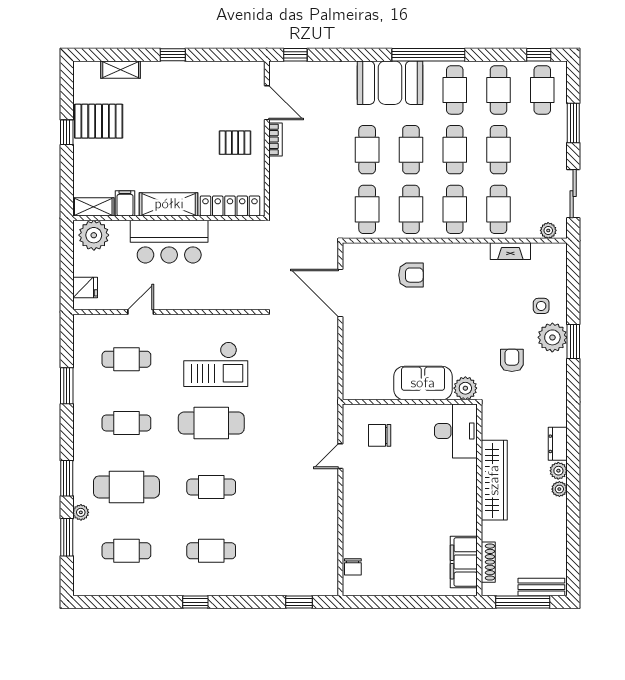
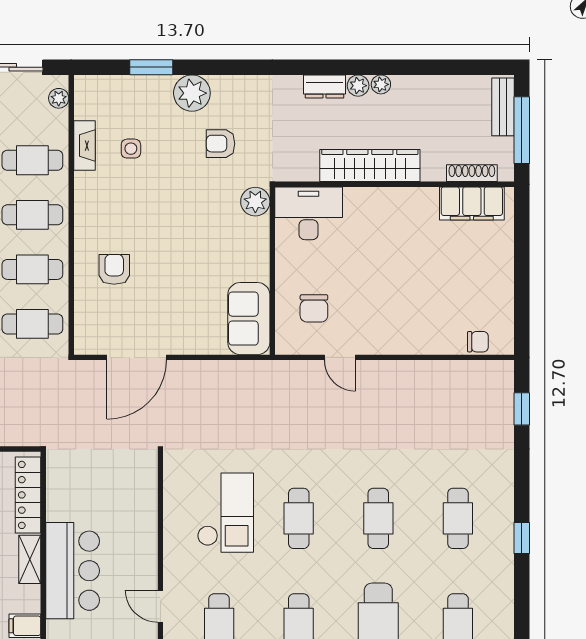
shelving: (169, 204) -> (30, 559), width x0.67, depth x0.75
side table: (541, 306) -> (131, 149), moved
window: (573, 341) -> (151, 67), moved
sofa: (423, 383) -> (249, 319), moved
cafe table: (211, 423) -> (299, 518), width x0.73, depth x0.74

